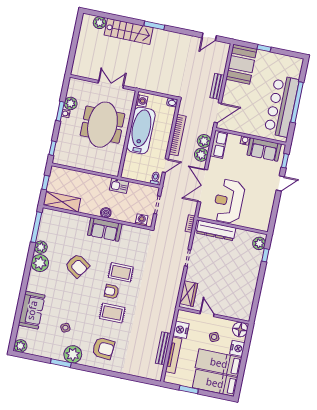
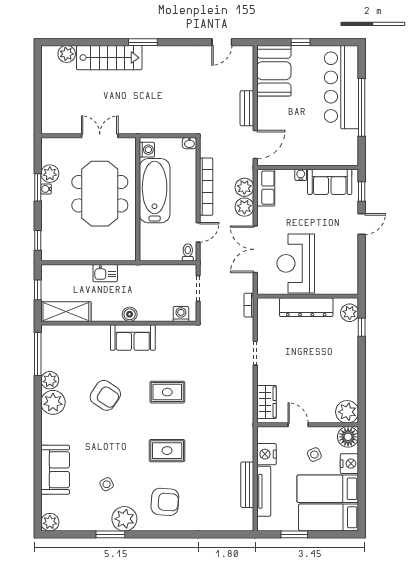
bar counter: (282, 106) -> (341, 87), moved
kitchen sink: (119, 186) -> (105, 273), moved
dresser: (216, 230) -> (306, 307), moved
armchair: (112, 292) -> (160, 421), removed
plant: (243, 312) -> (347, 412), added

